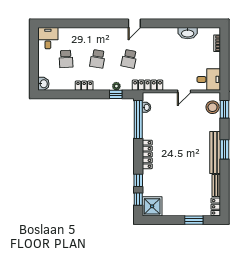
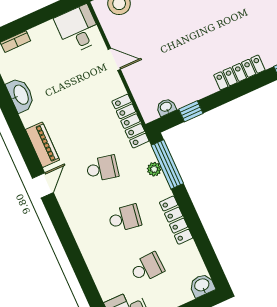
door: (134, 23) -> (43, 185), hinge flipped
piano: (156, 33) -> (42, 145), added
locker: (84, 86) -> (176, 220), width x1.53
window: (116, 94) -> (167, 164), width x2.17
window: (138, 119) -> (191, 111), width x0.32

